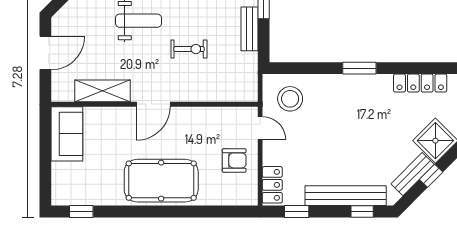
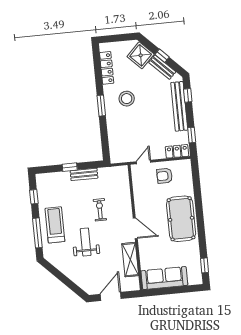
door: (45, 53) -> (111, 296), hinge flipped
stool: (290, 99) -> (127, 99), moved
sofa: (67, 134) -> (164, 278), width x1.36
armchair: (234, 160) -> (165, 176), turned -90

